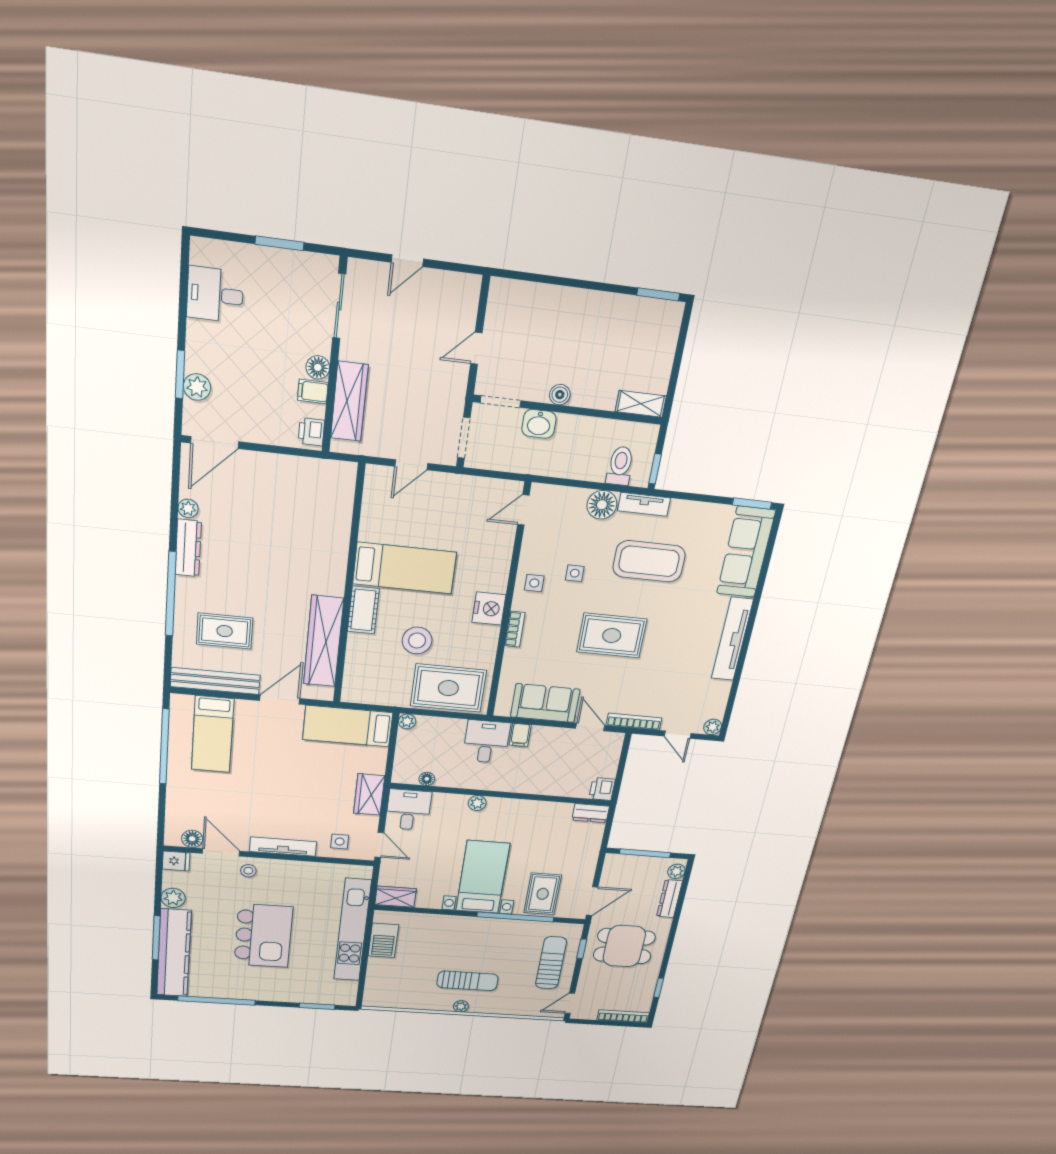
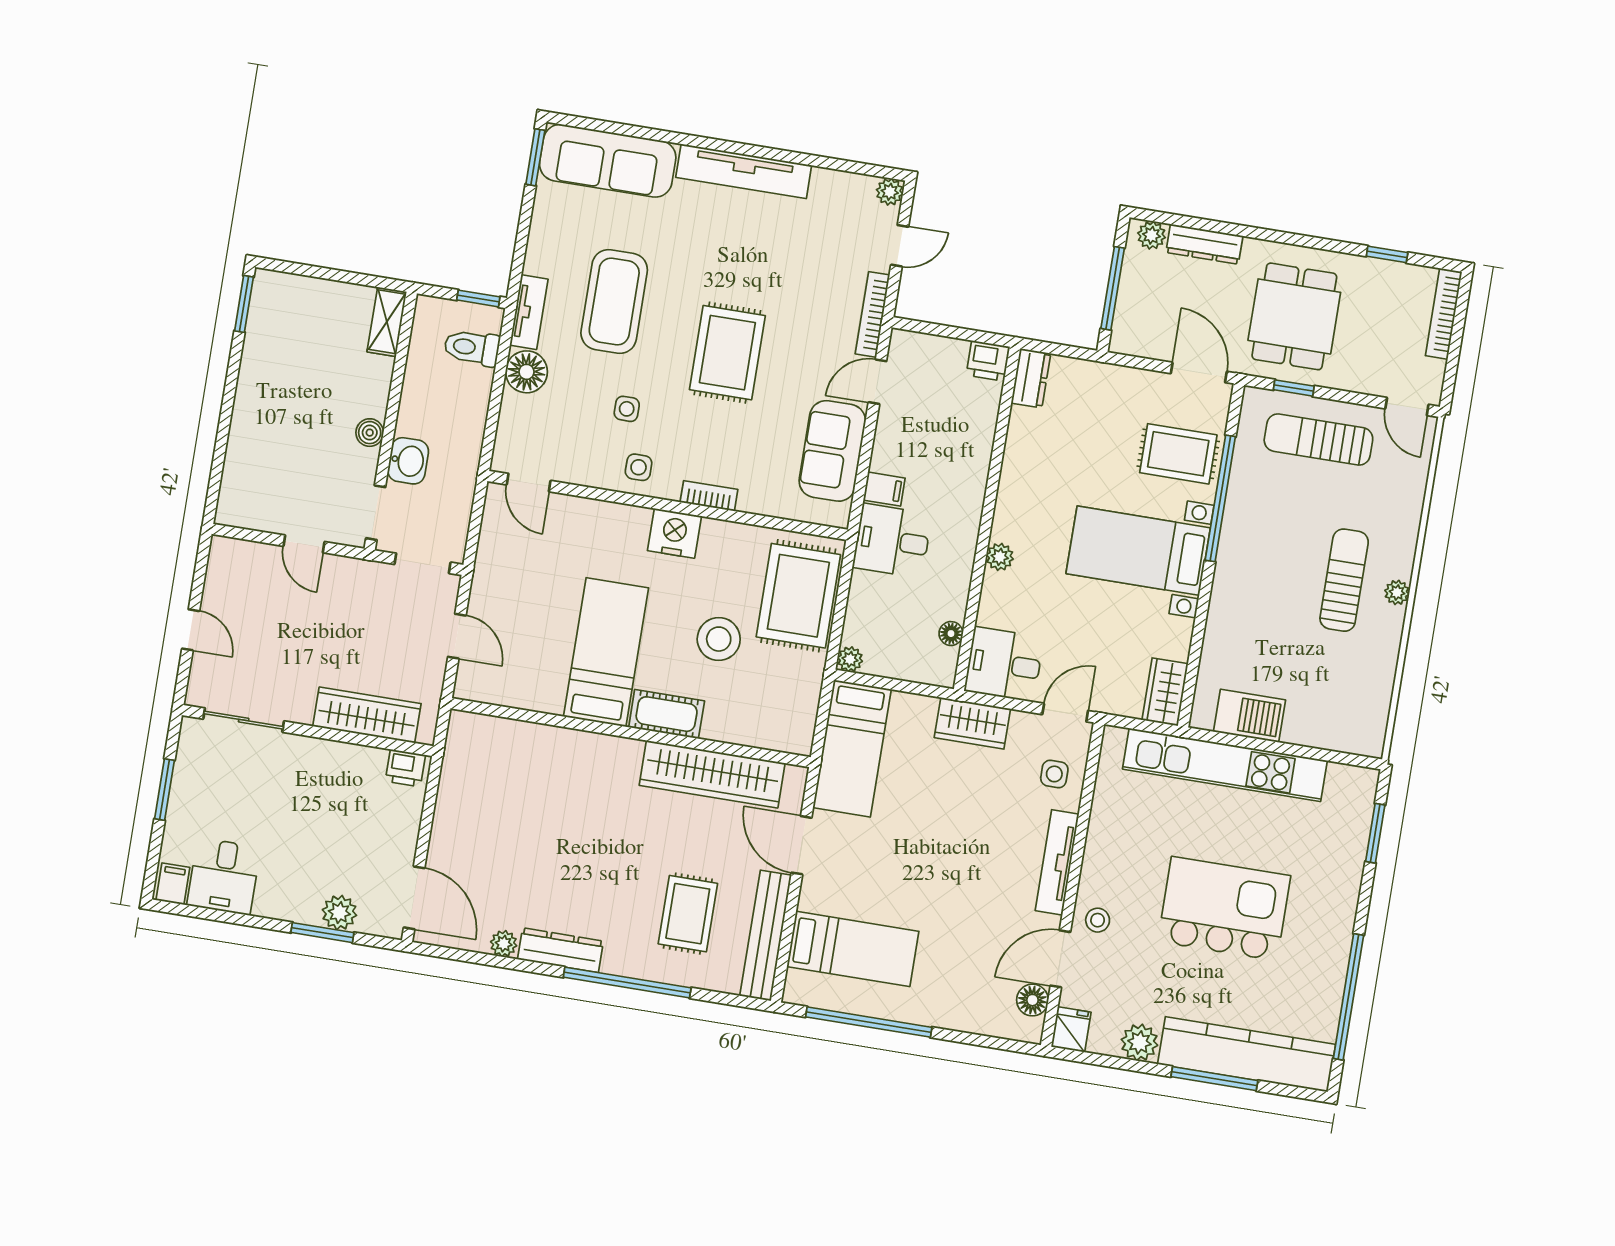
floor lamp: (318, 367) -> (320, 753), removed
filing cabinet: (313, 391) -> (173, 884), moved, turned 180

